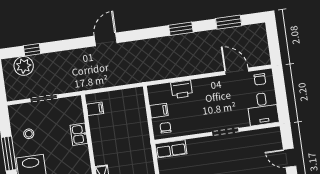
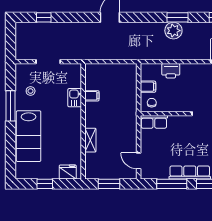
plant: (24, 66) -> (173, 31), moved
filing cabinet: (95, 109) -> (92, 96), moved

